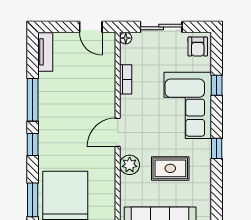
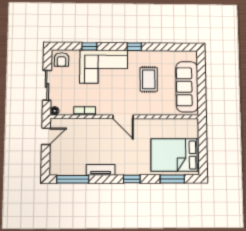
armchair: (198, 47) -> (62, 60), turned 90
tv unit: (45, 52) -> (101, 170), moved
window: (33, 100) -> (73, 179), moved
plant: (130, 165) -> (146, 108), removed

